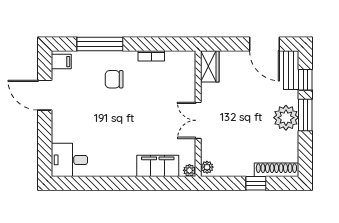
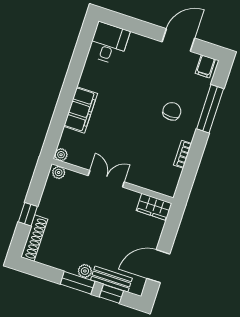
bench: (291, 70) -> (111, 279), moved
plant: (286, 118) -> (85, 271), width x0.53, depth x0.53
filing cabinet: (158, 166) -> (81, 110), moved

